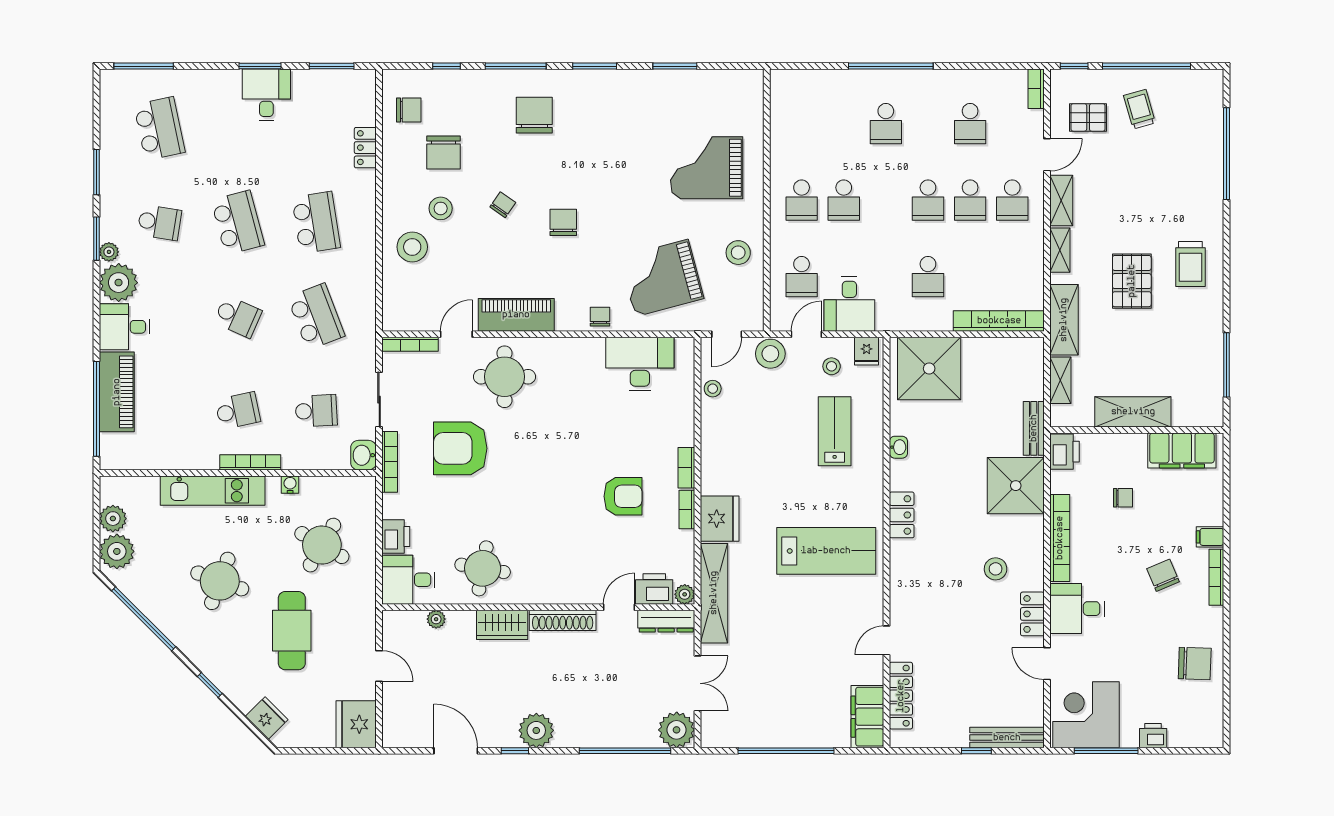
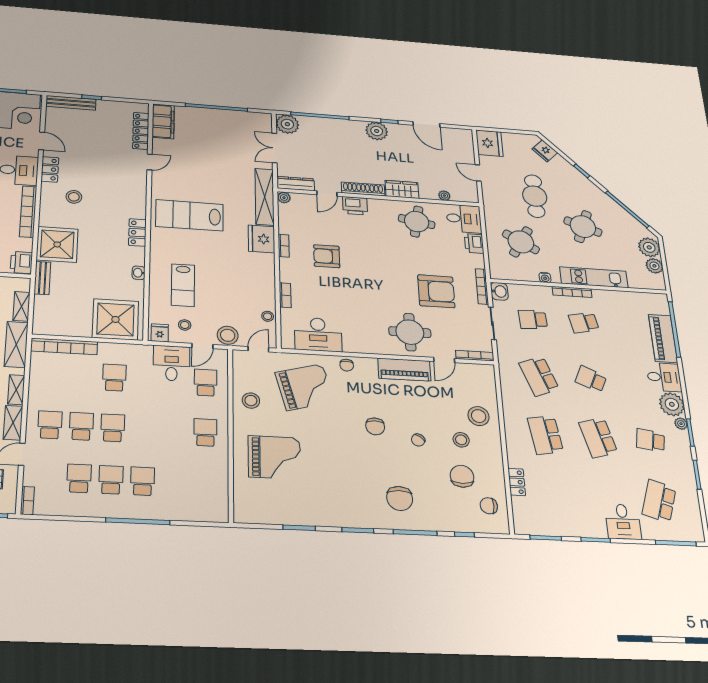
desk: (266, 95) -> (623, 522), moved
school desk: (159, 128) -> (659, 501), turned 30
school desk: (844, 200) -> (111, 480), moved
bookcase: (686, 468) -> (285, 295), moved
printer: (654, 589) -> (355, 206), moved

